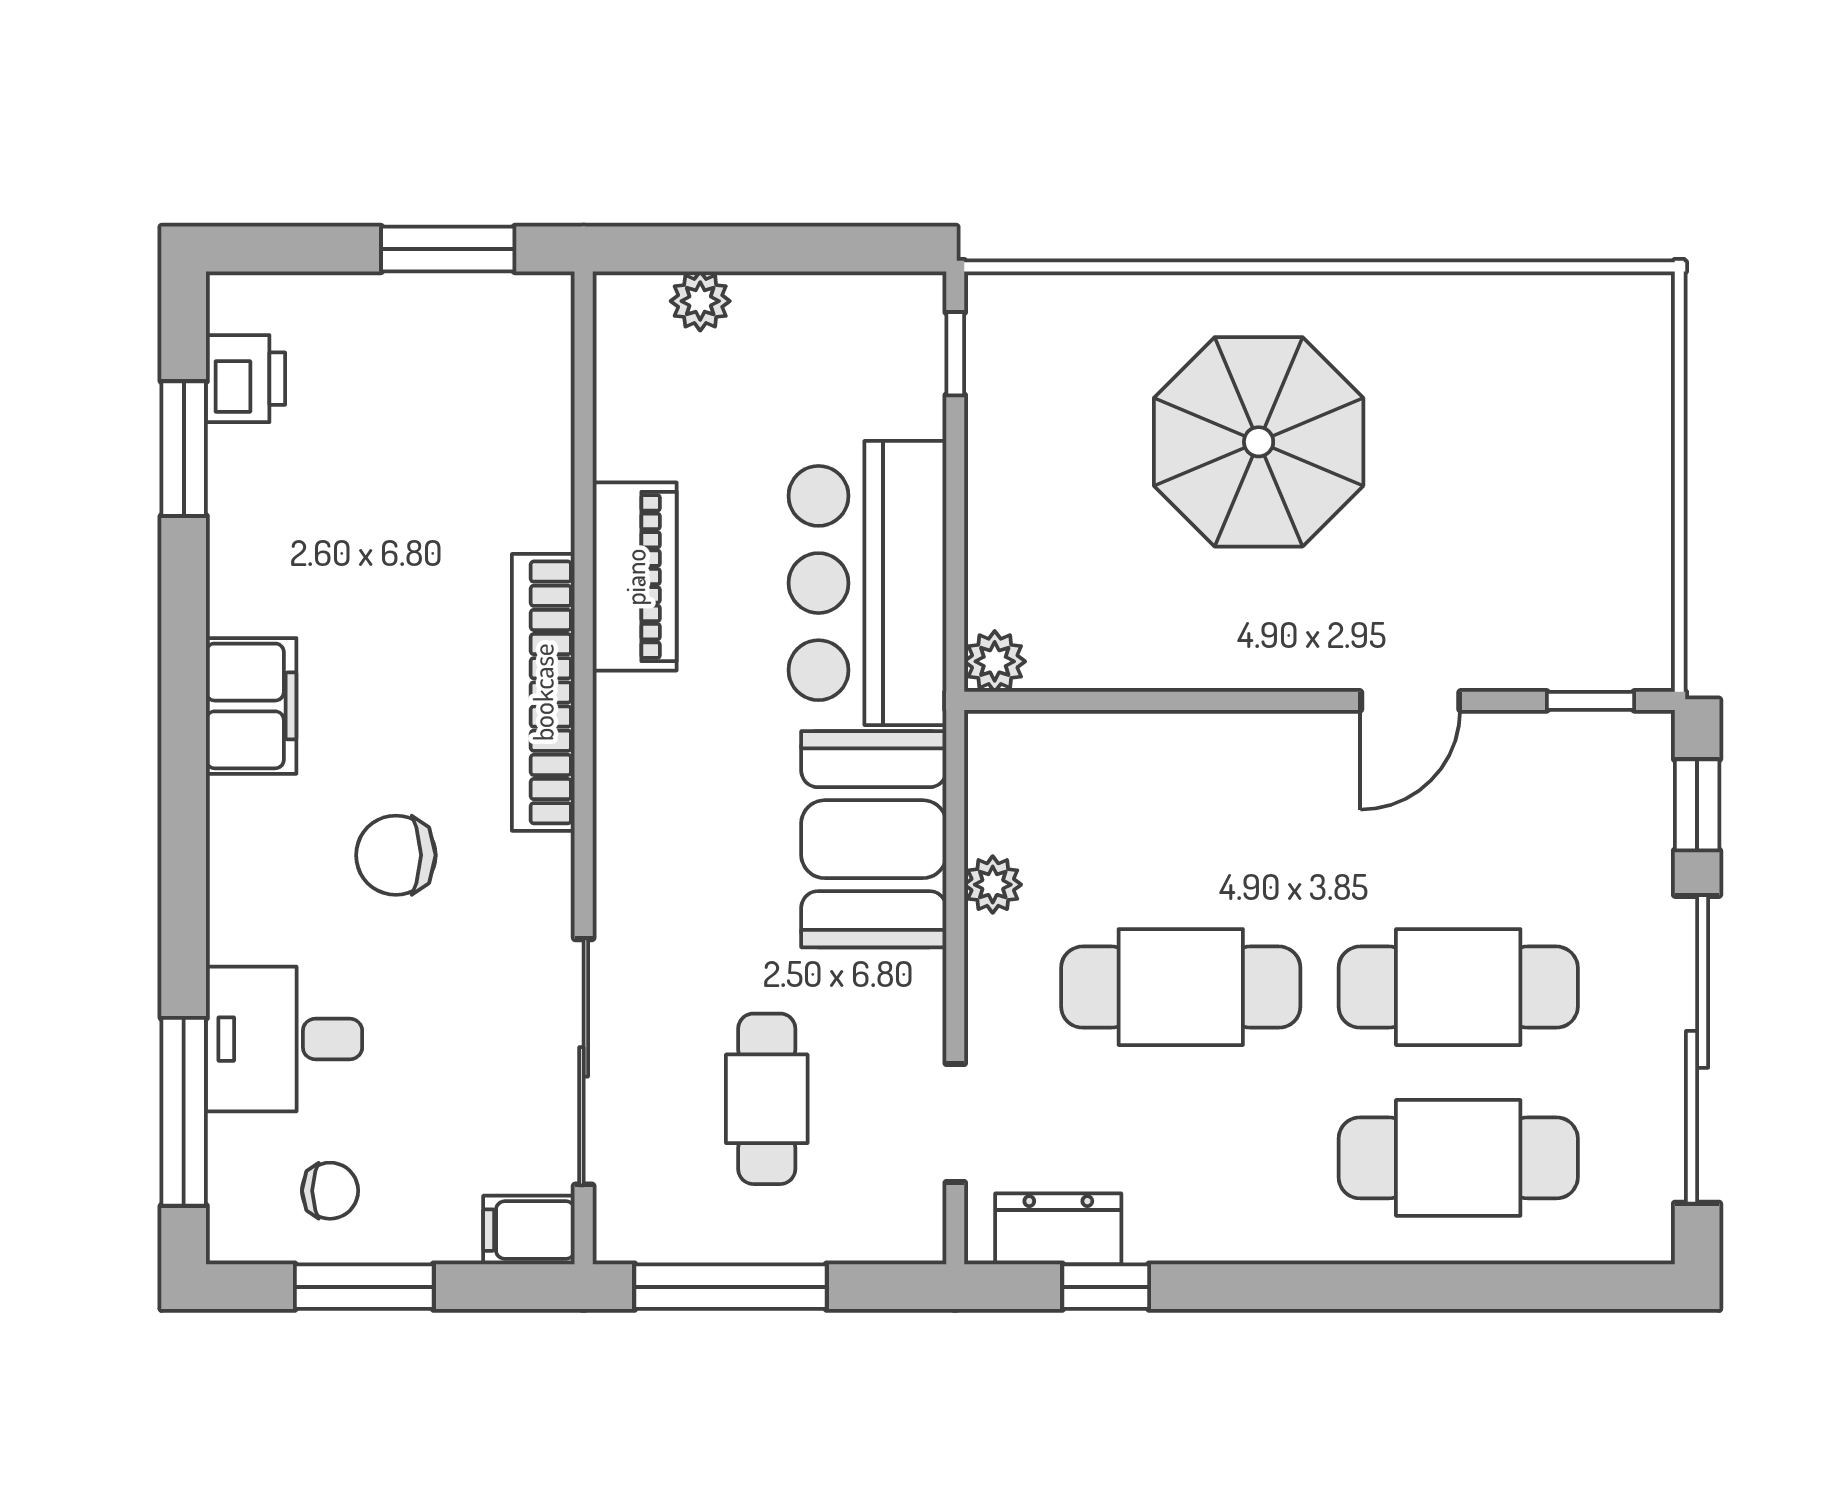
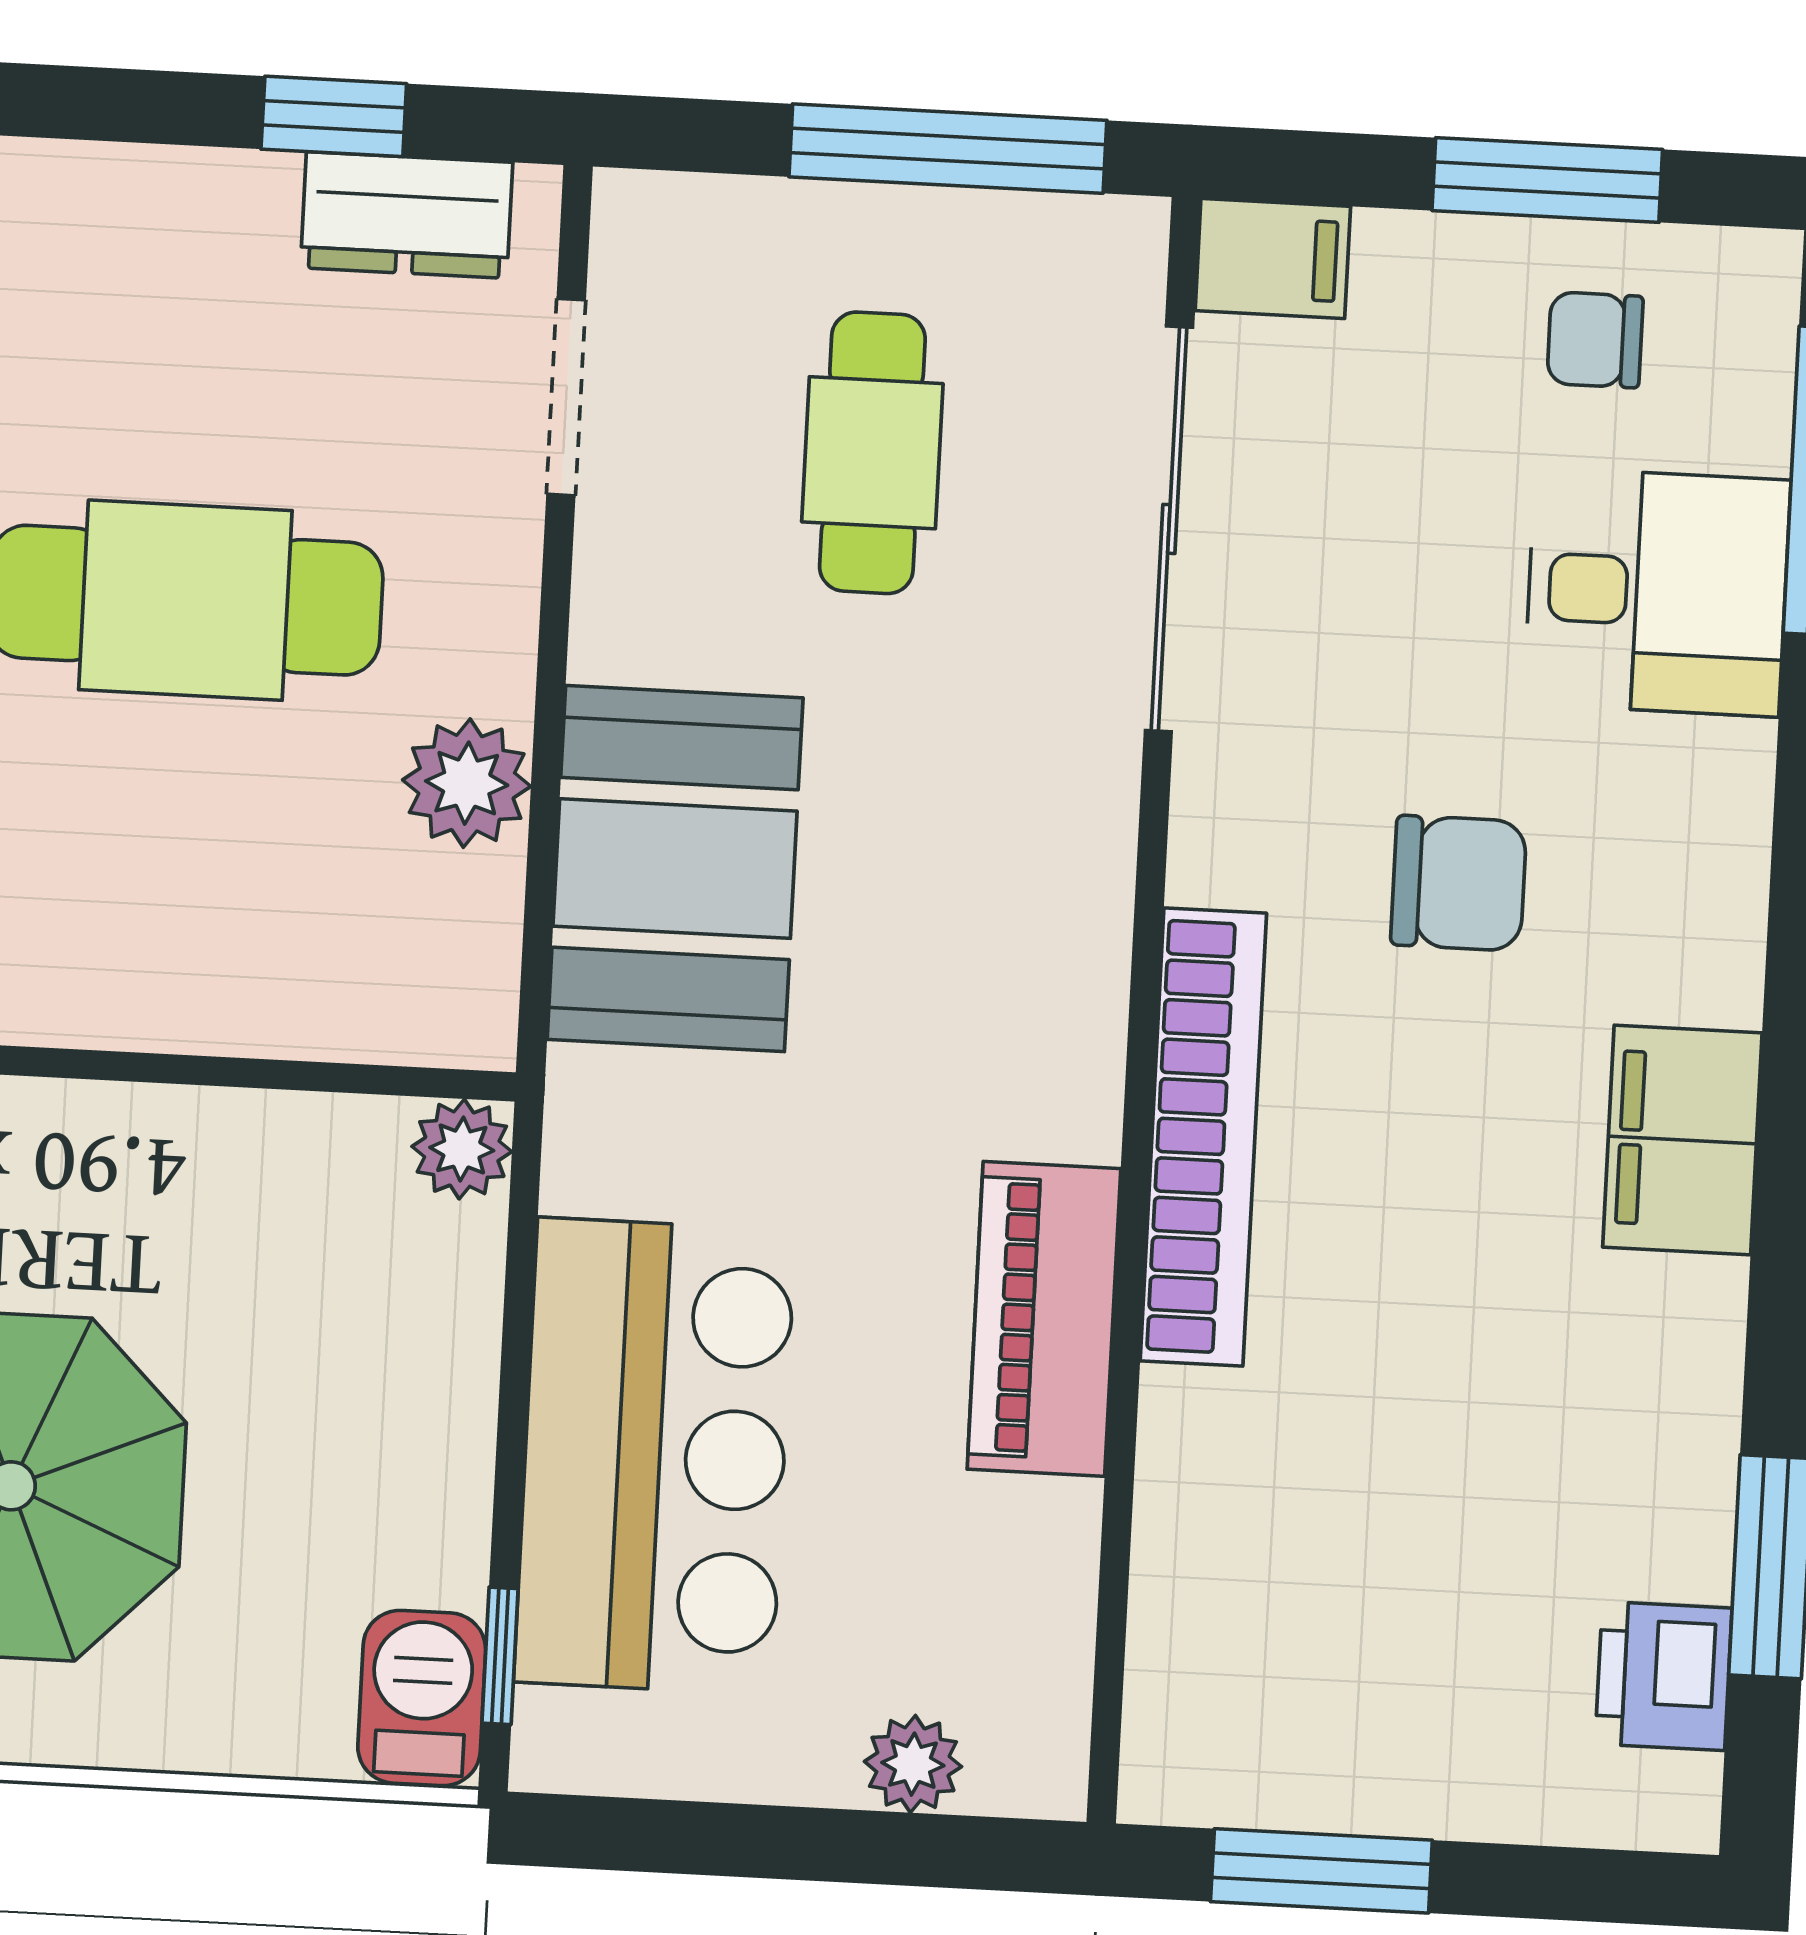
barbecue: (1002, 326) -> (422, 1698), added
bar counter: (867, 583) -> (655, 1456), moved
plant: (993, 885) -> (467, 783), width x1.38, depth x1.38

